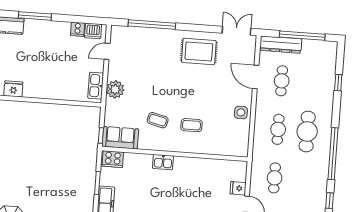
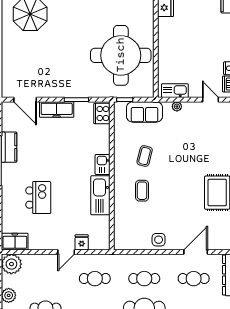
plant: (115, 89) -> (177, 106), width x0.53, depth x0.53
round table: (57, 136) -> (121, 55), added
sofa: (120, 138) -> (145, 112), moved, turned 90
kitchen sink: (193, 166) -> (100, 195), added

